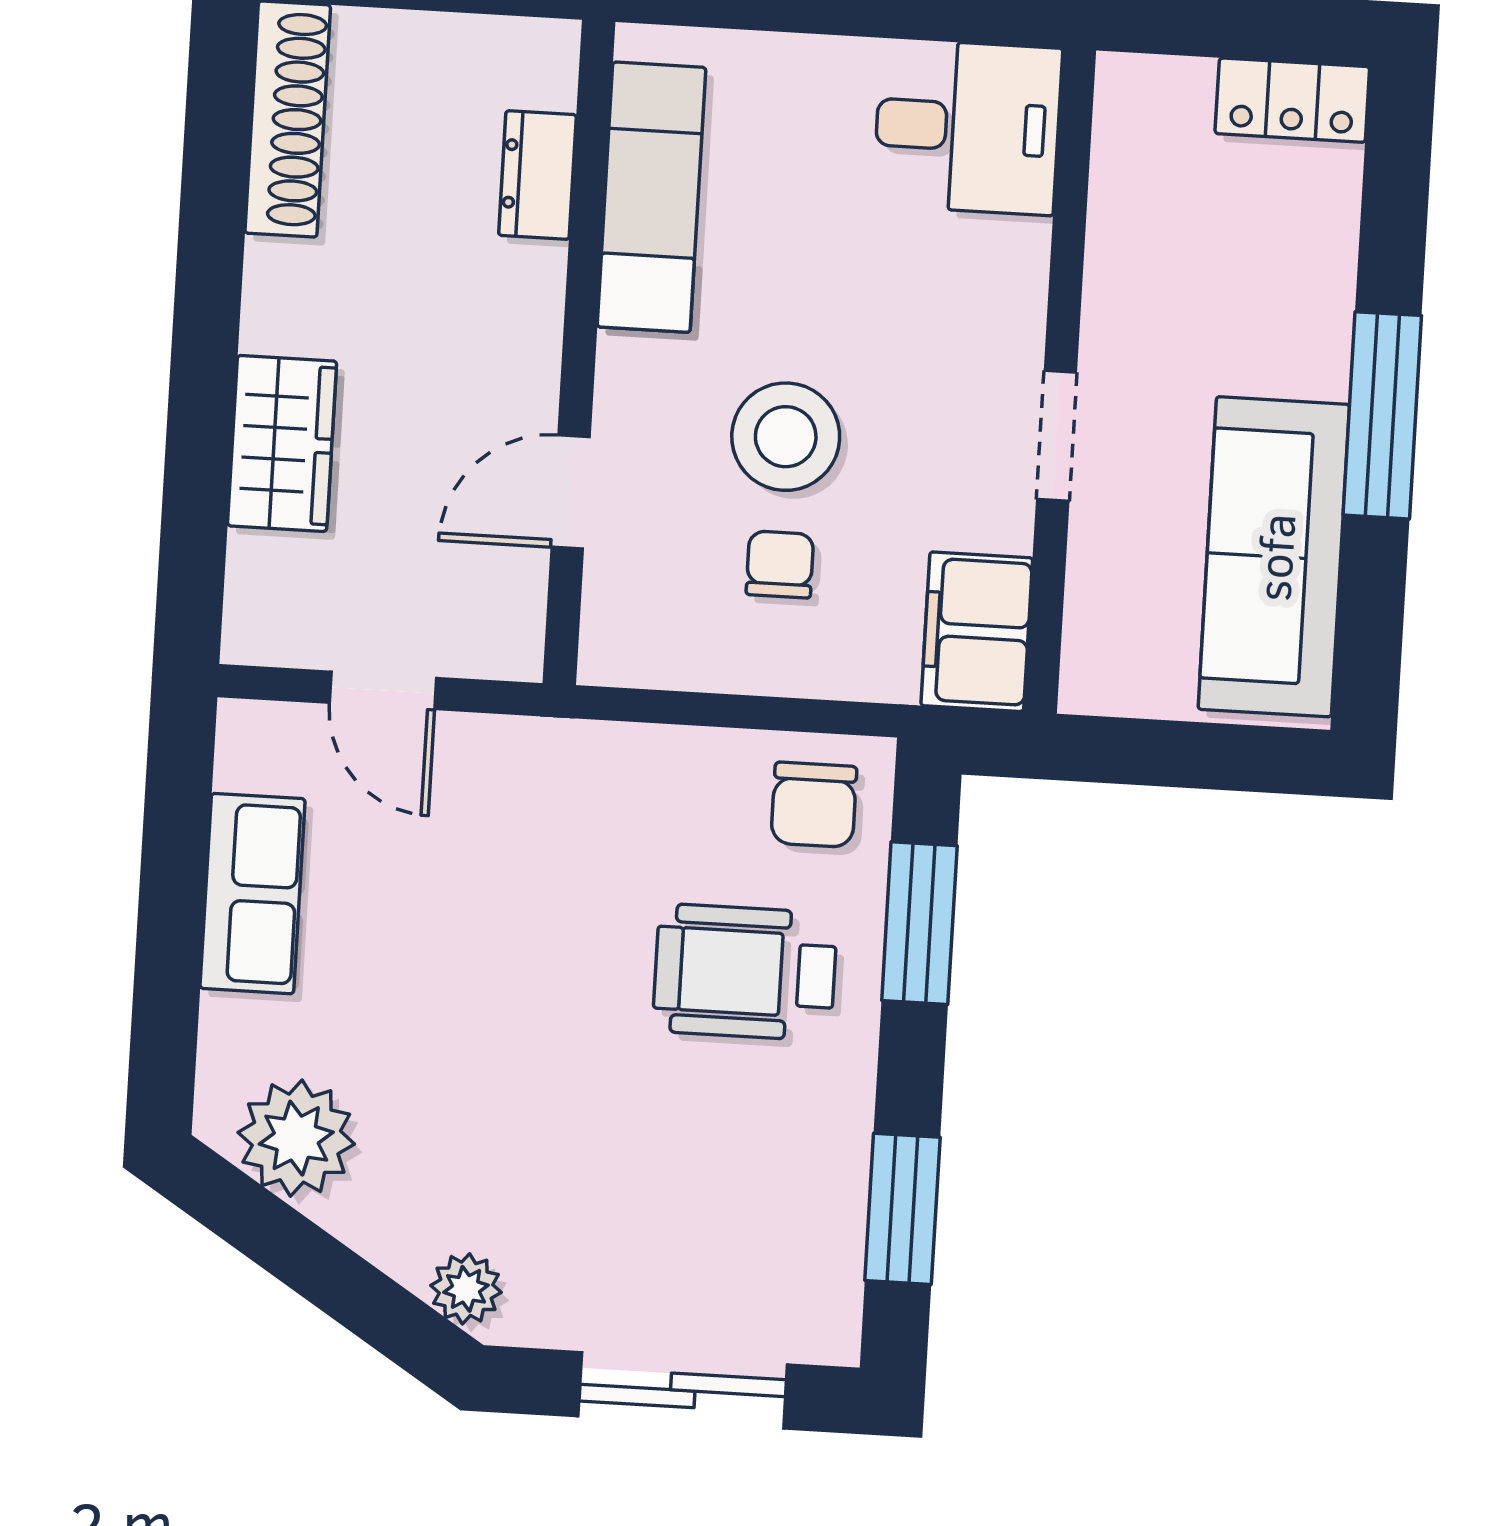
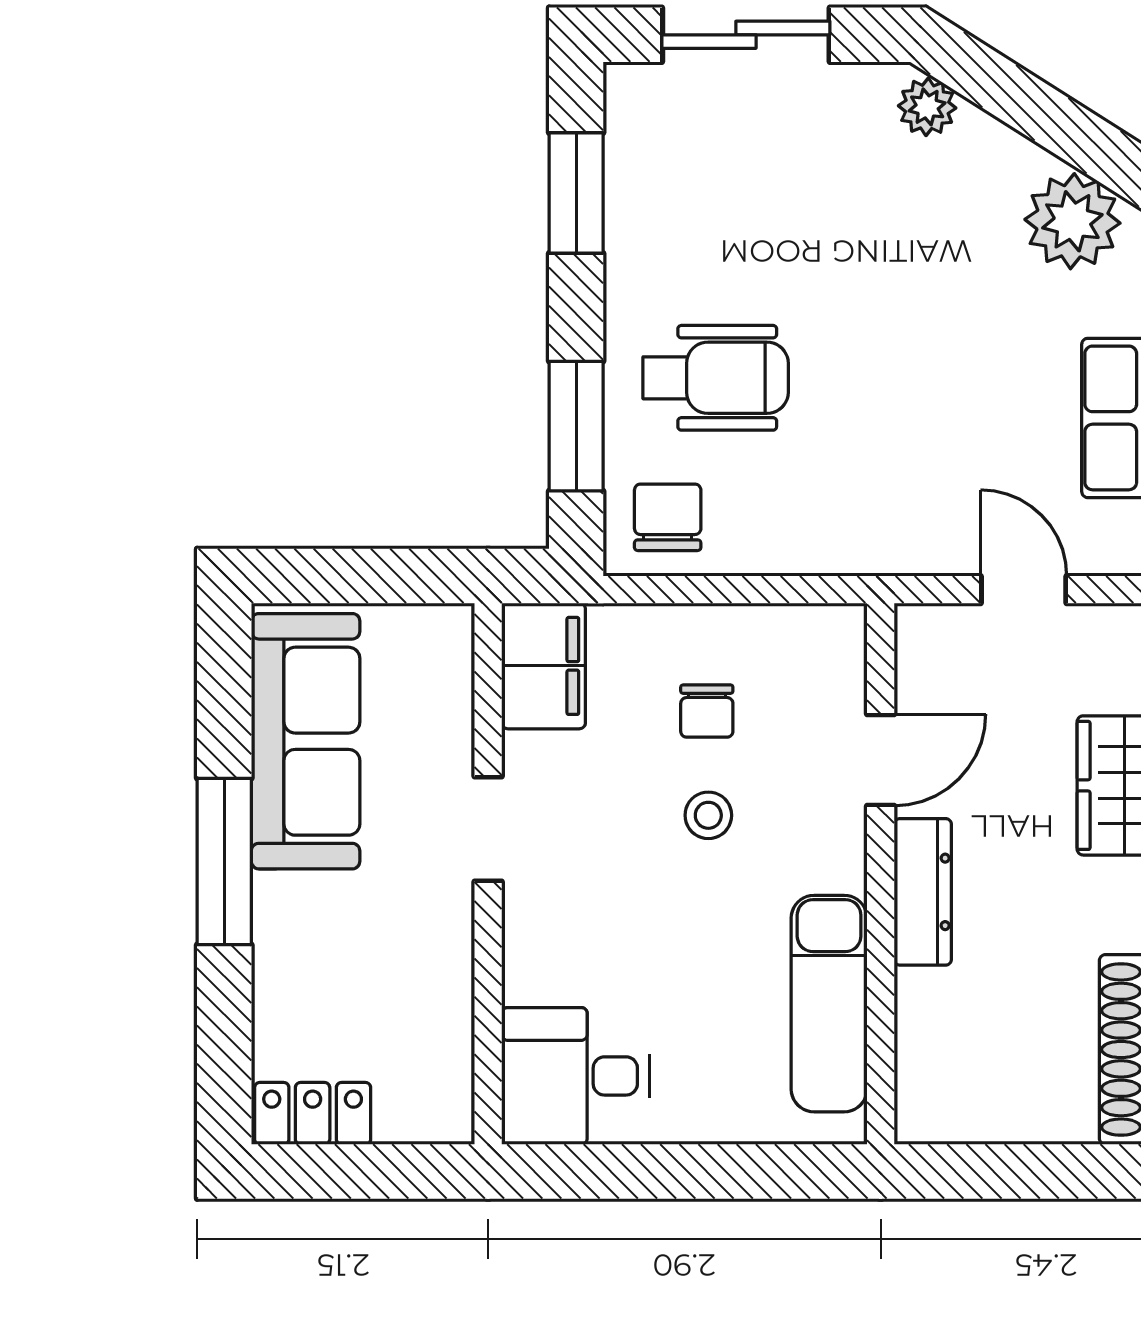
dresser: (538, 175) -> (923, 892), moved, width x1.44
stool: (786, 437) -> (708, 815), width x0.53, depth x0.53

